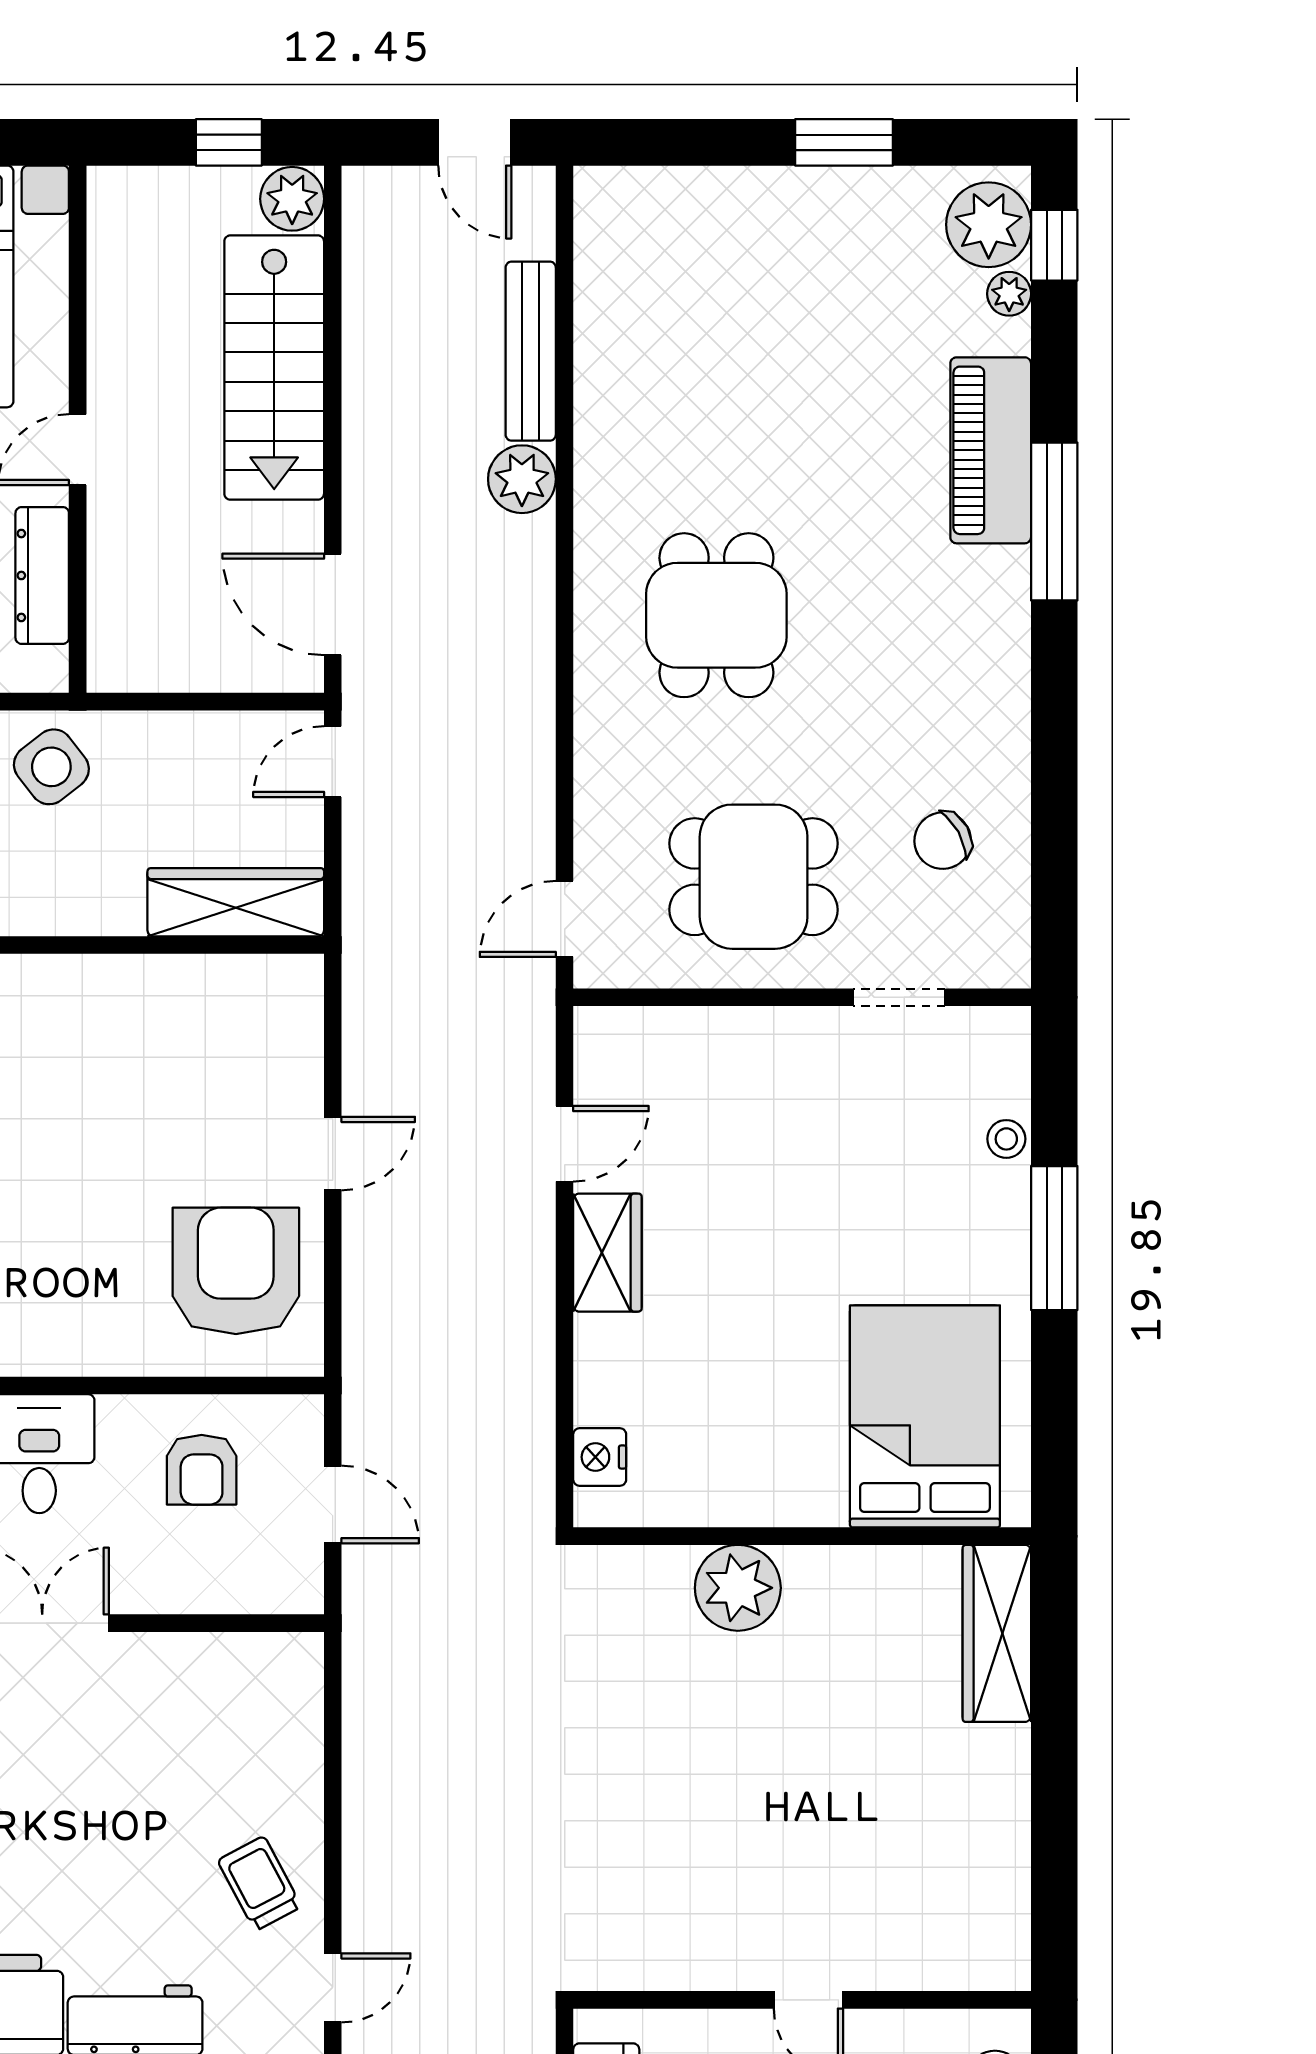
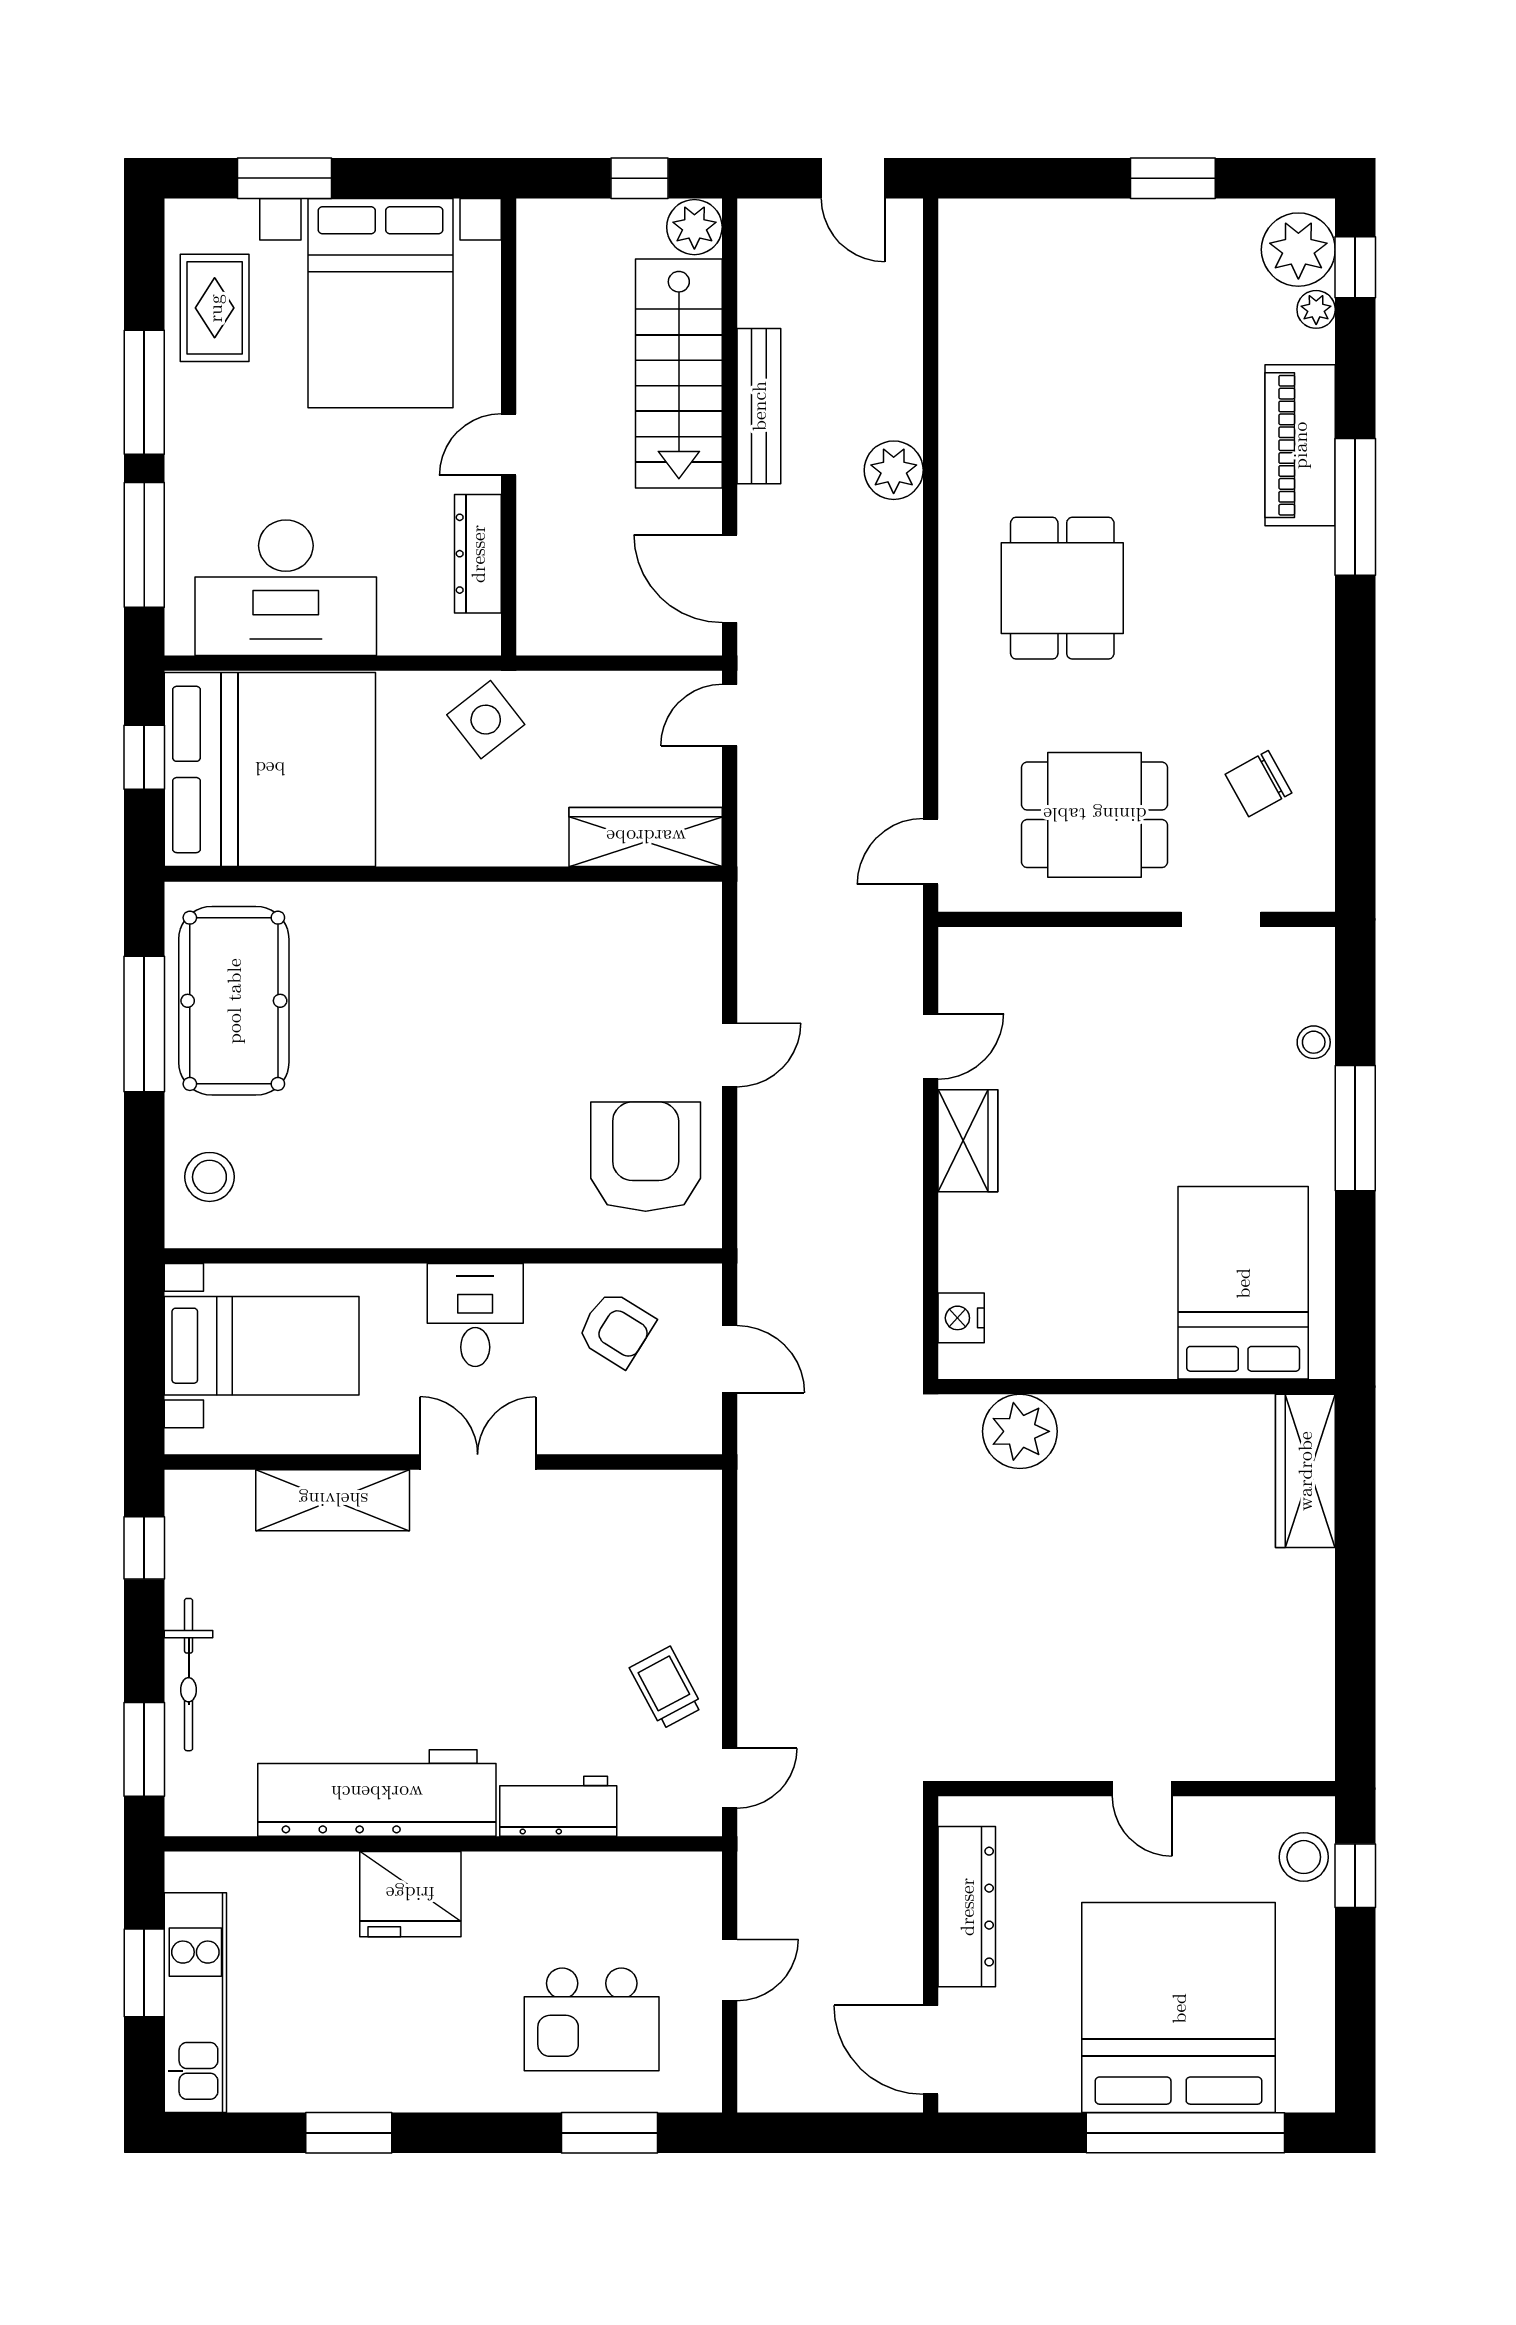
bench: (531, 351) -> (759, 406), moved
armchair: (202, 1470) -> (616, 1329), turned -58
plant: (738, 1588) -> (1020, 1431), moved

